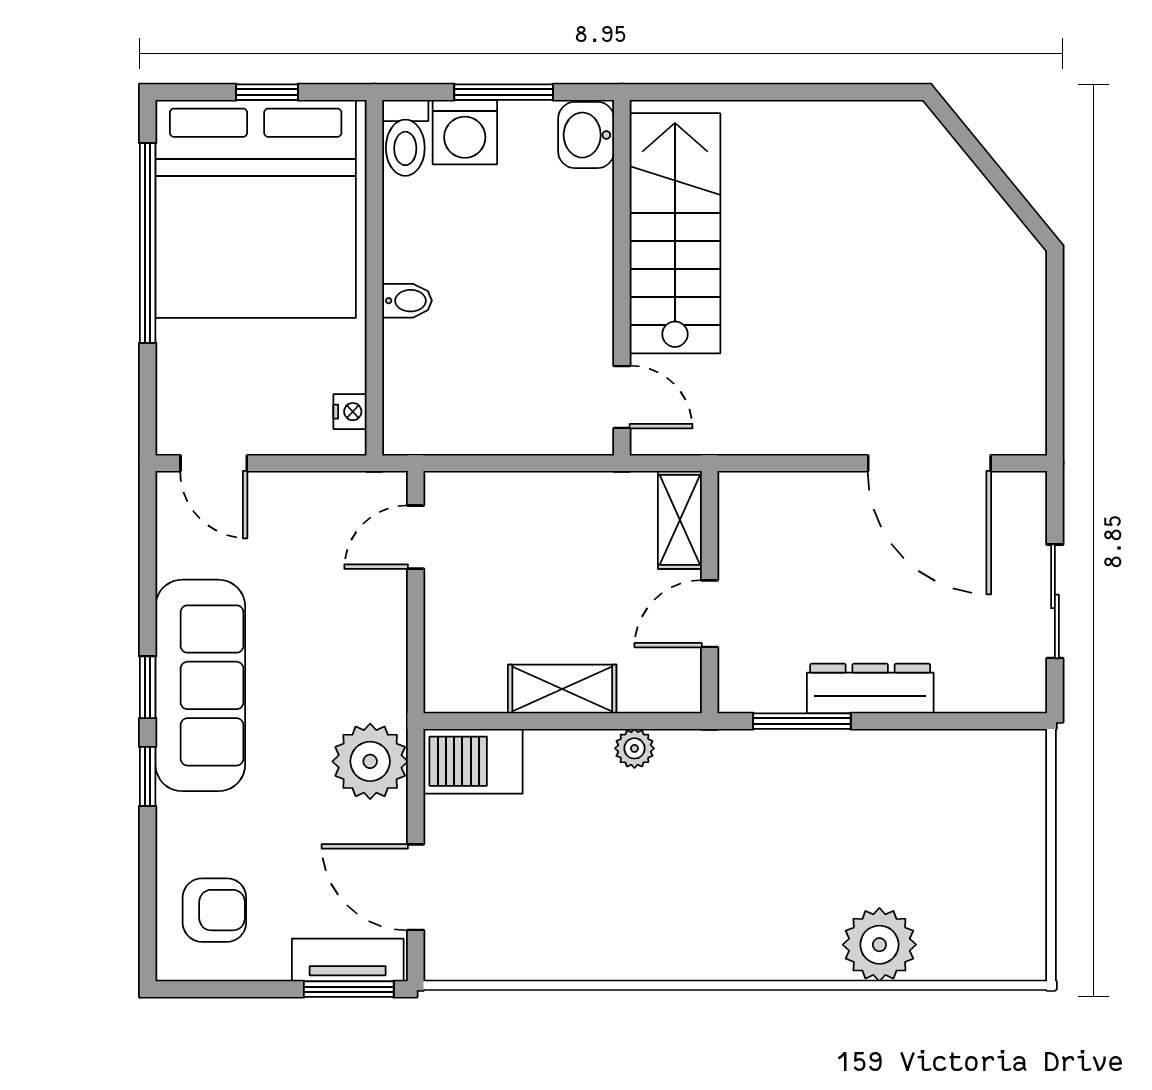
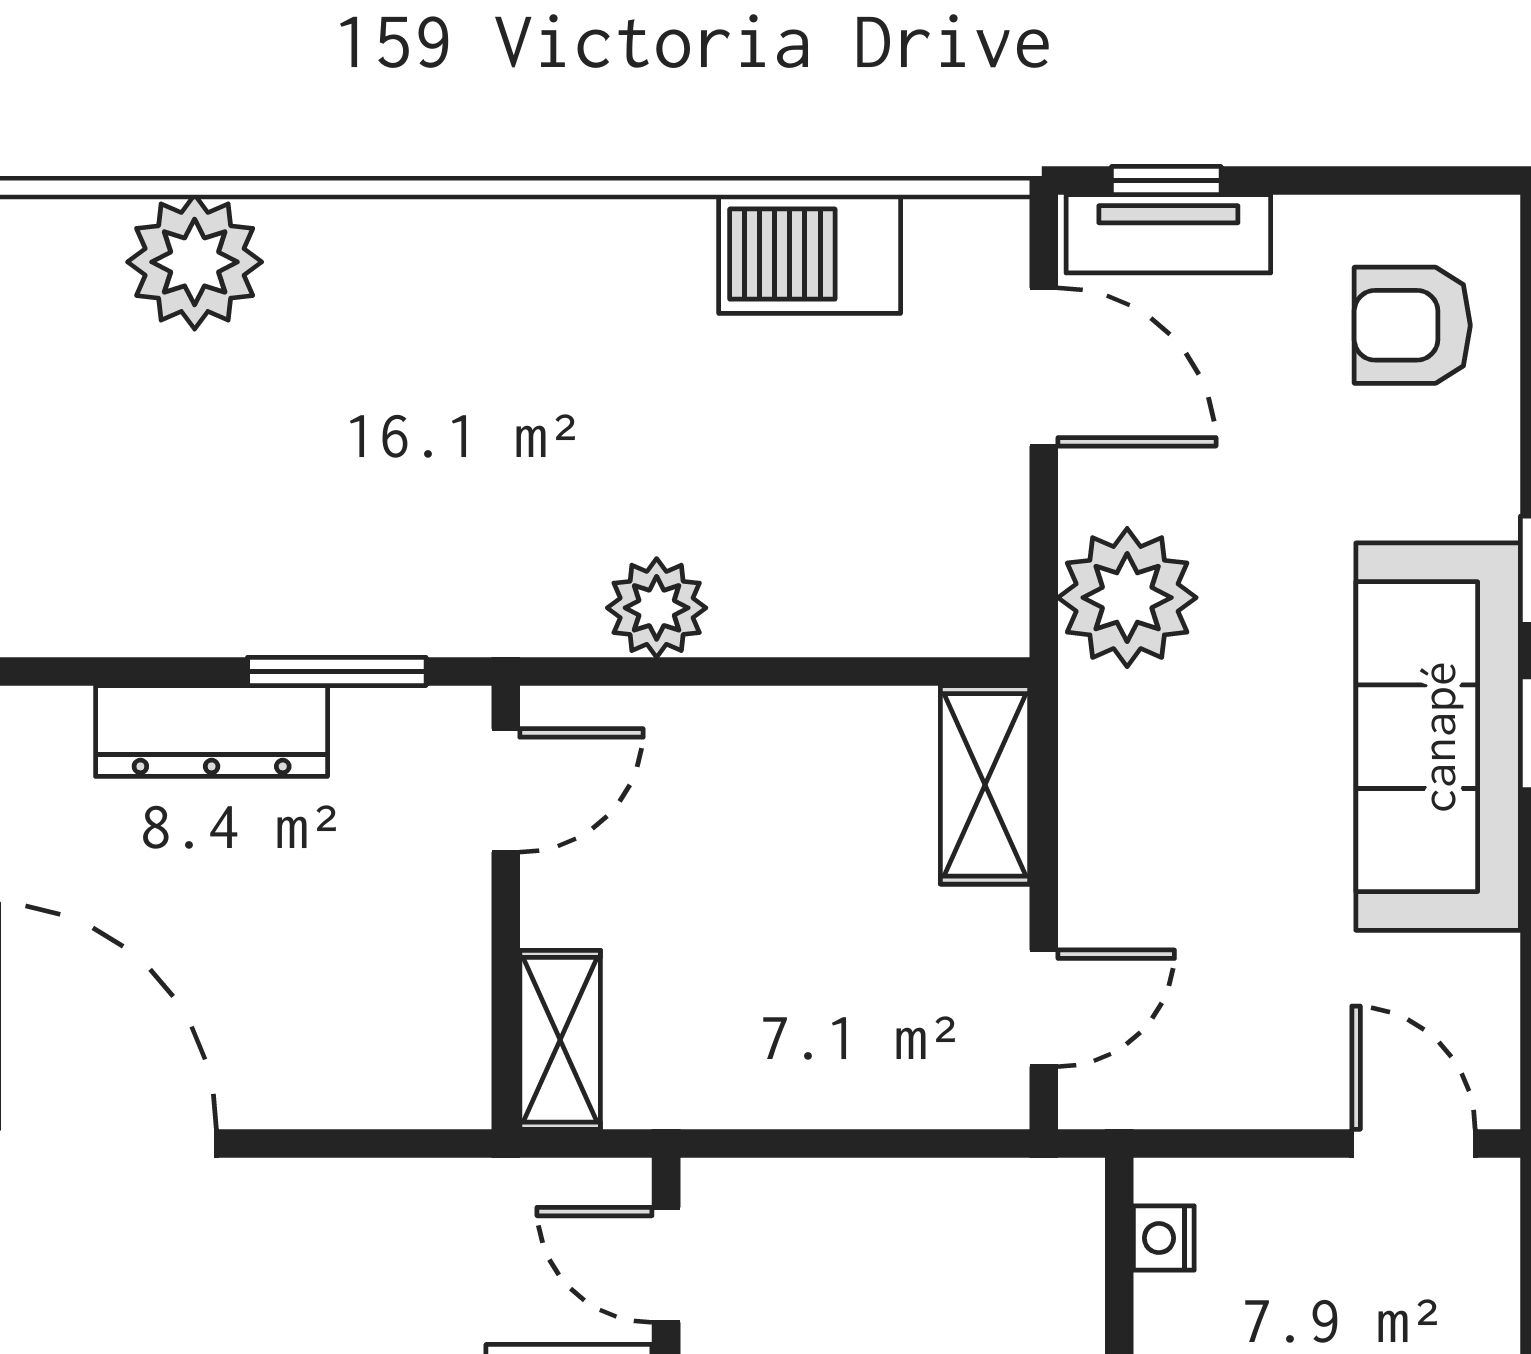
door: (710, 614) -> (506, 790), moved
shelving: (562, 689) -> (985, 785), moved, turned 90
plant: (634, 748) -> (657, 608), width x1.38, depth x1.38
barbecue: (473, 761) -> (810, 254), moved, turned 180
window: (349, 989) -> (1166, 181), width x0.67

